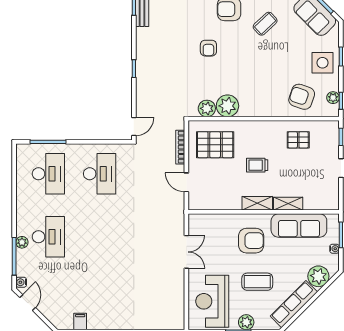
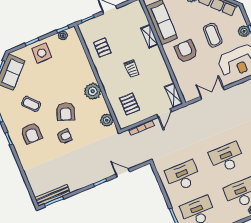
armchair: (302, 97) -> (66, 112), moved
plant: (227, 106) -> (93, 91), moved
door: (134, 126) -> (123, 173), moved
pallet: (215, 145) -> (130, 104), width x0.67, depth x0.71
shelving: (257, 203) -> (174, 95), moved
desk: (100, 237) -> (227, 158), added

